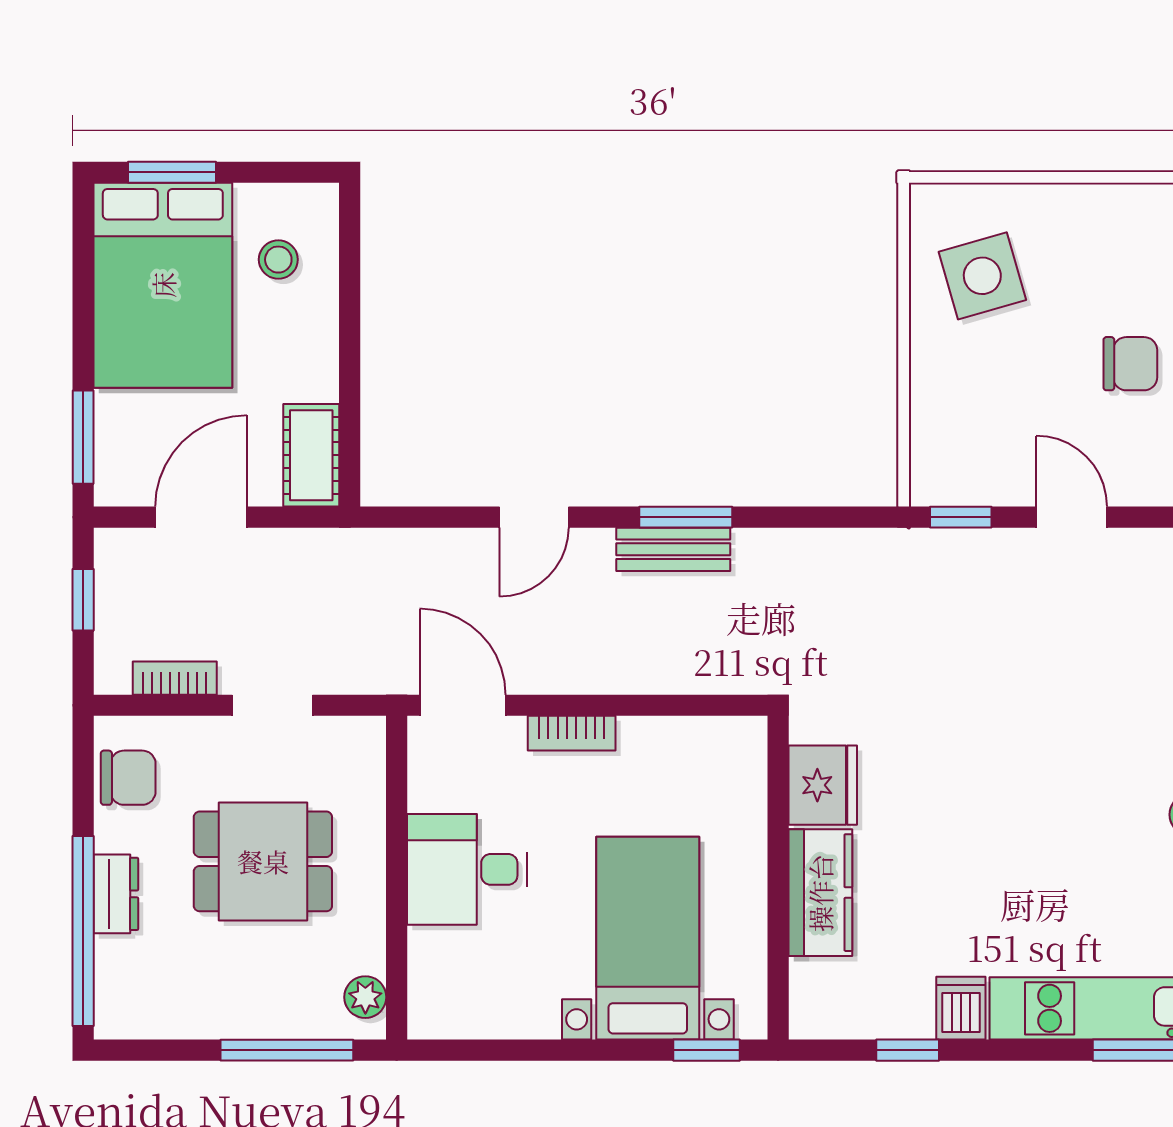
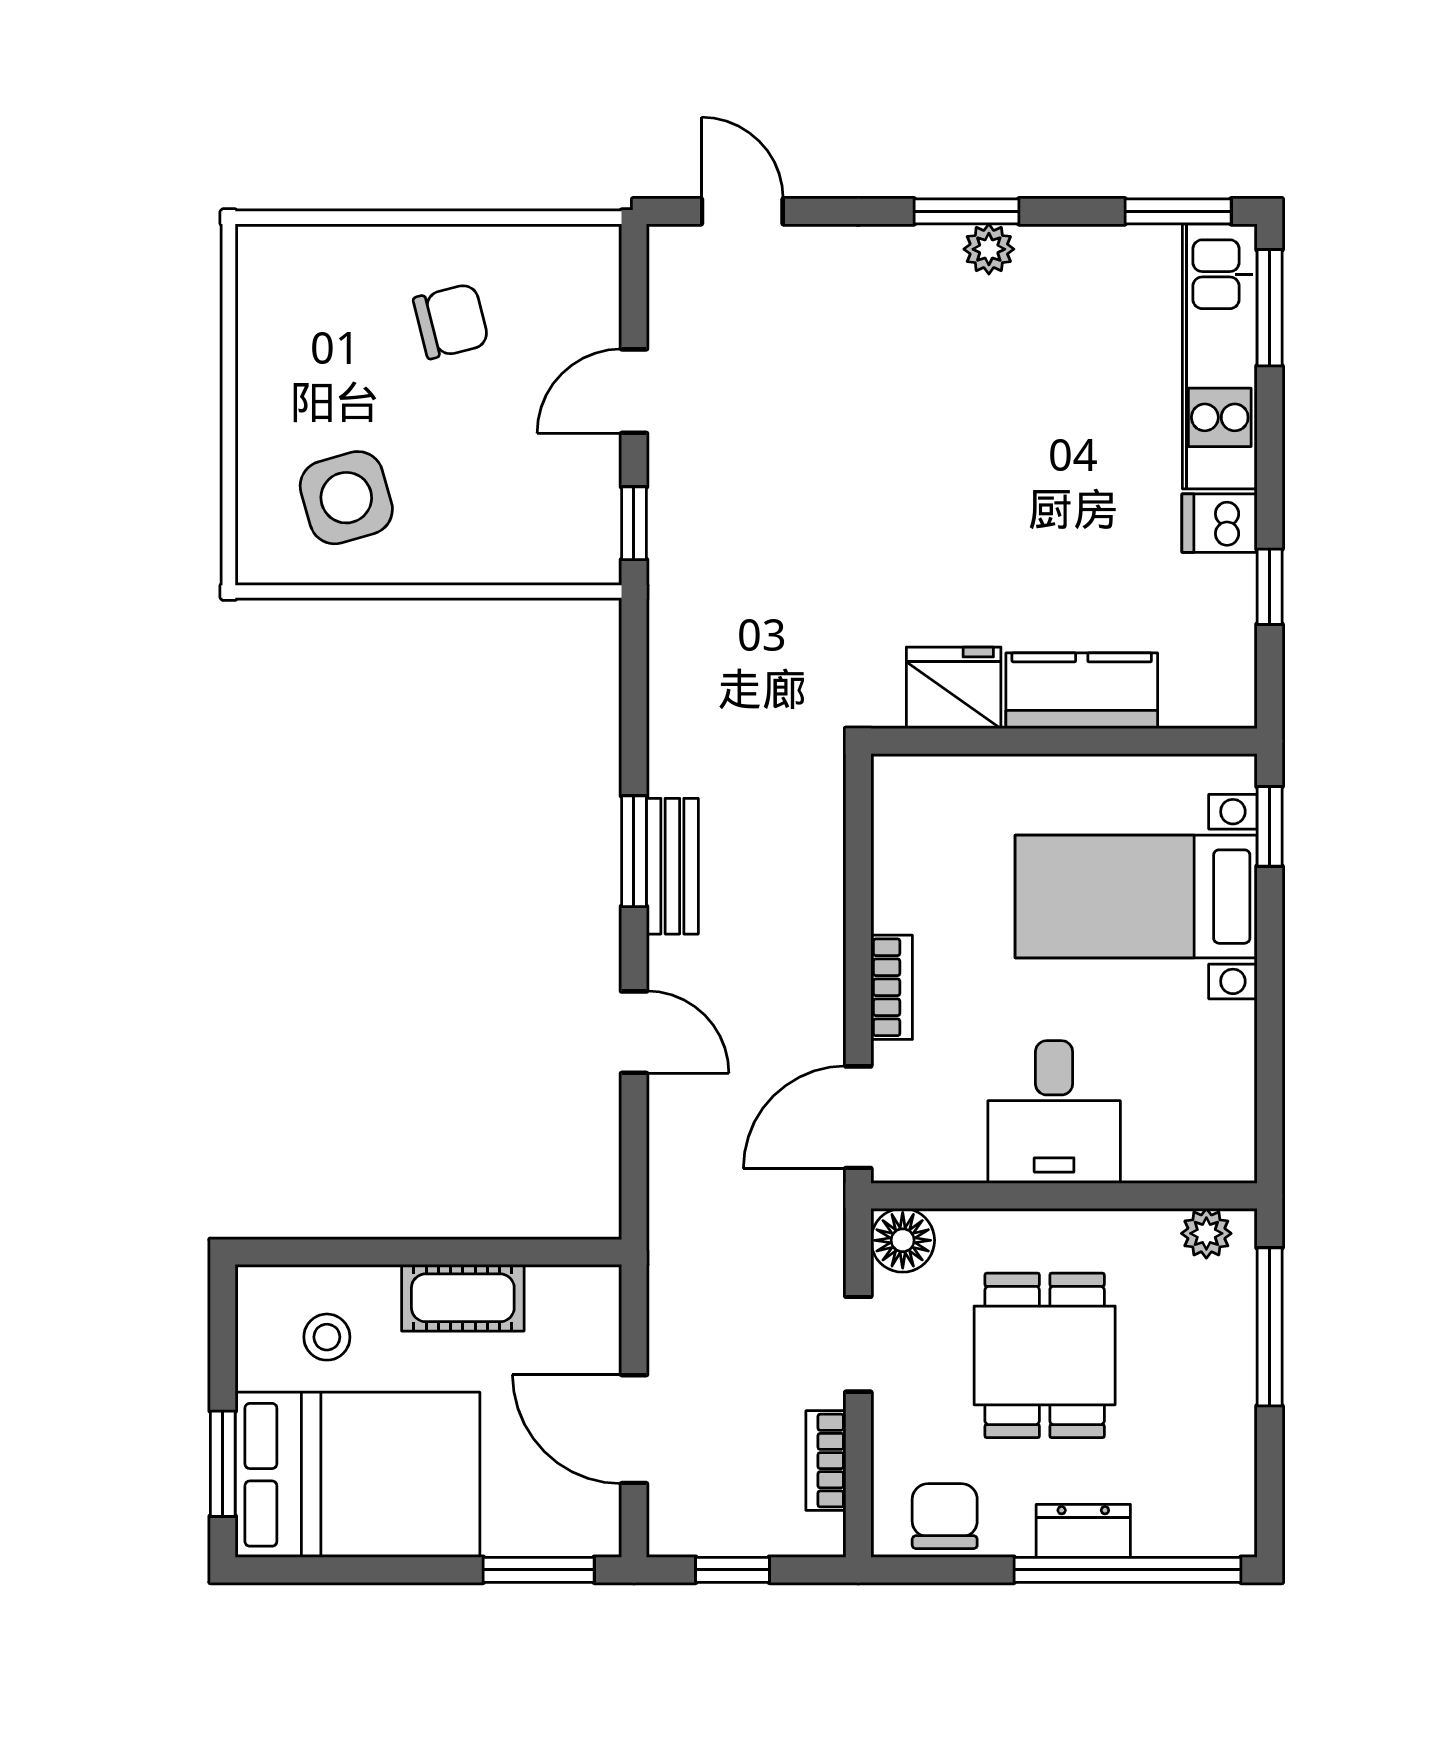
chair: (1130, 364) -> (451, 321), turned 76
cot: (311, 455) -> (463, 1298), moved
floor lamp: (359, 742) -> (903, 1240), added

